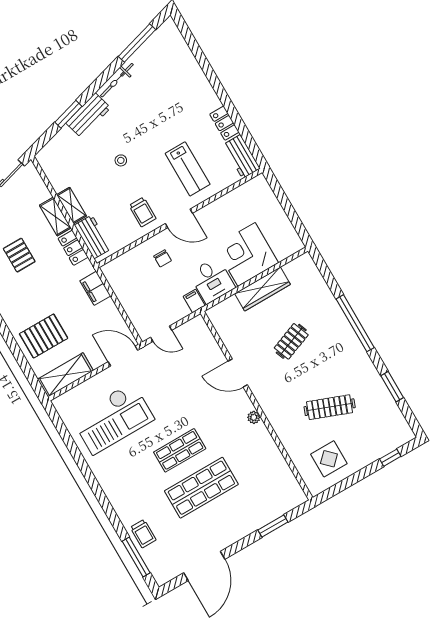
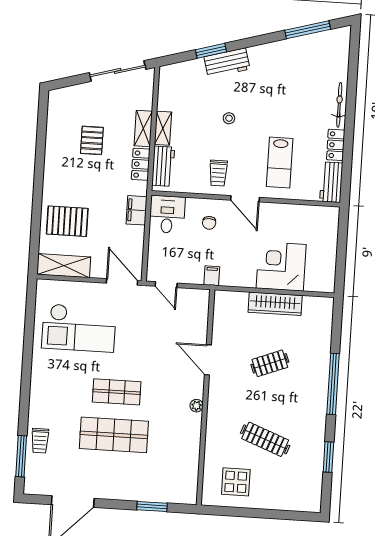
bicycle: (117, 80) -> (339, 105), moved, turned 106
desk: (212, 280) -> (167, 214), moved, turned 180
window: (390, 458) -> (287, 515), removed

